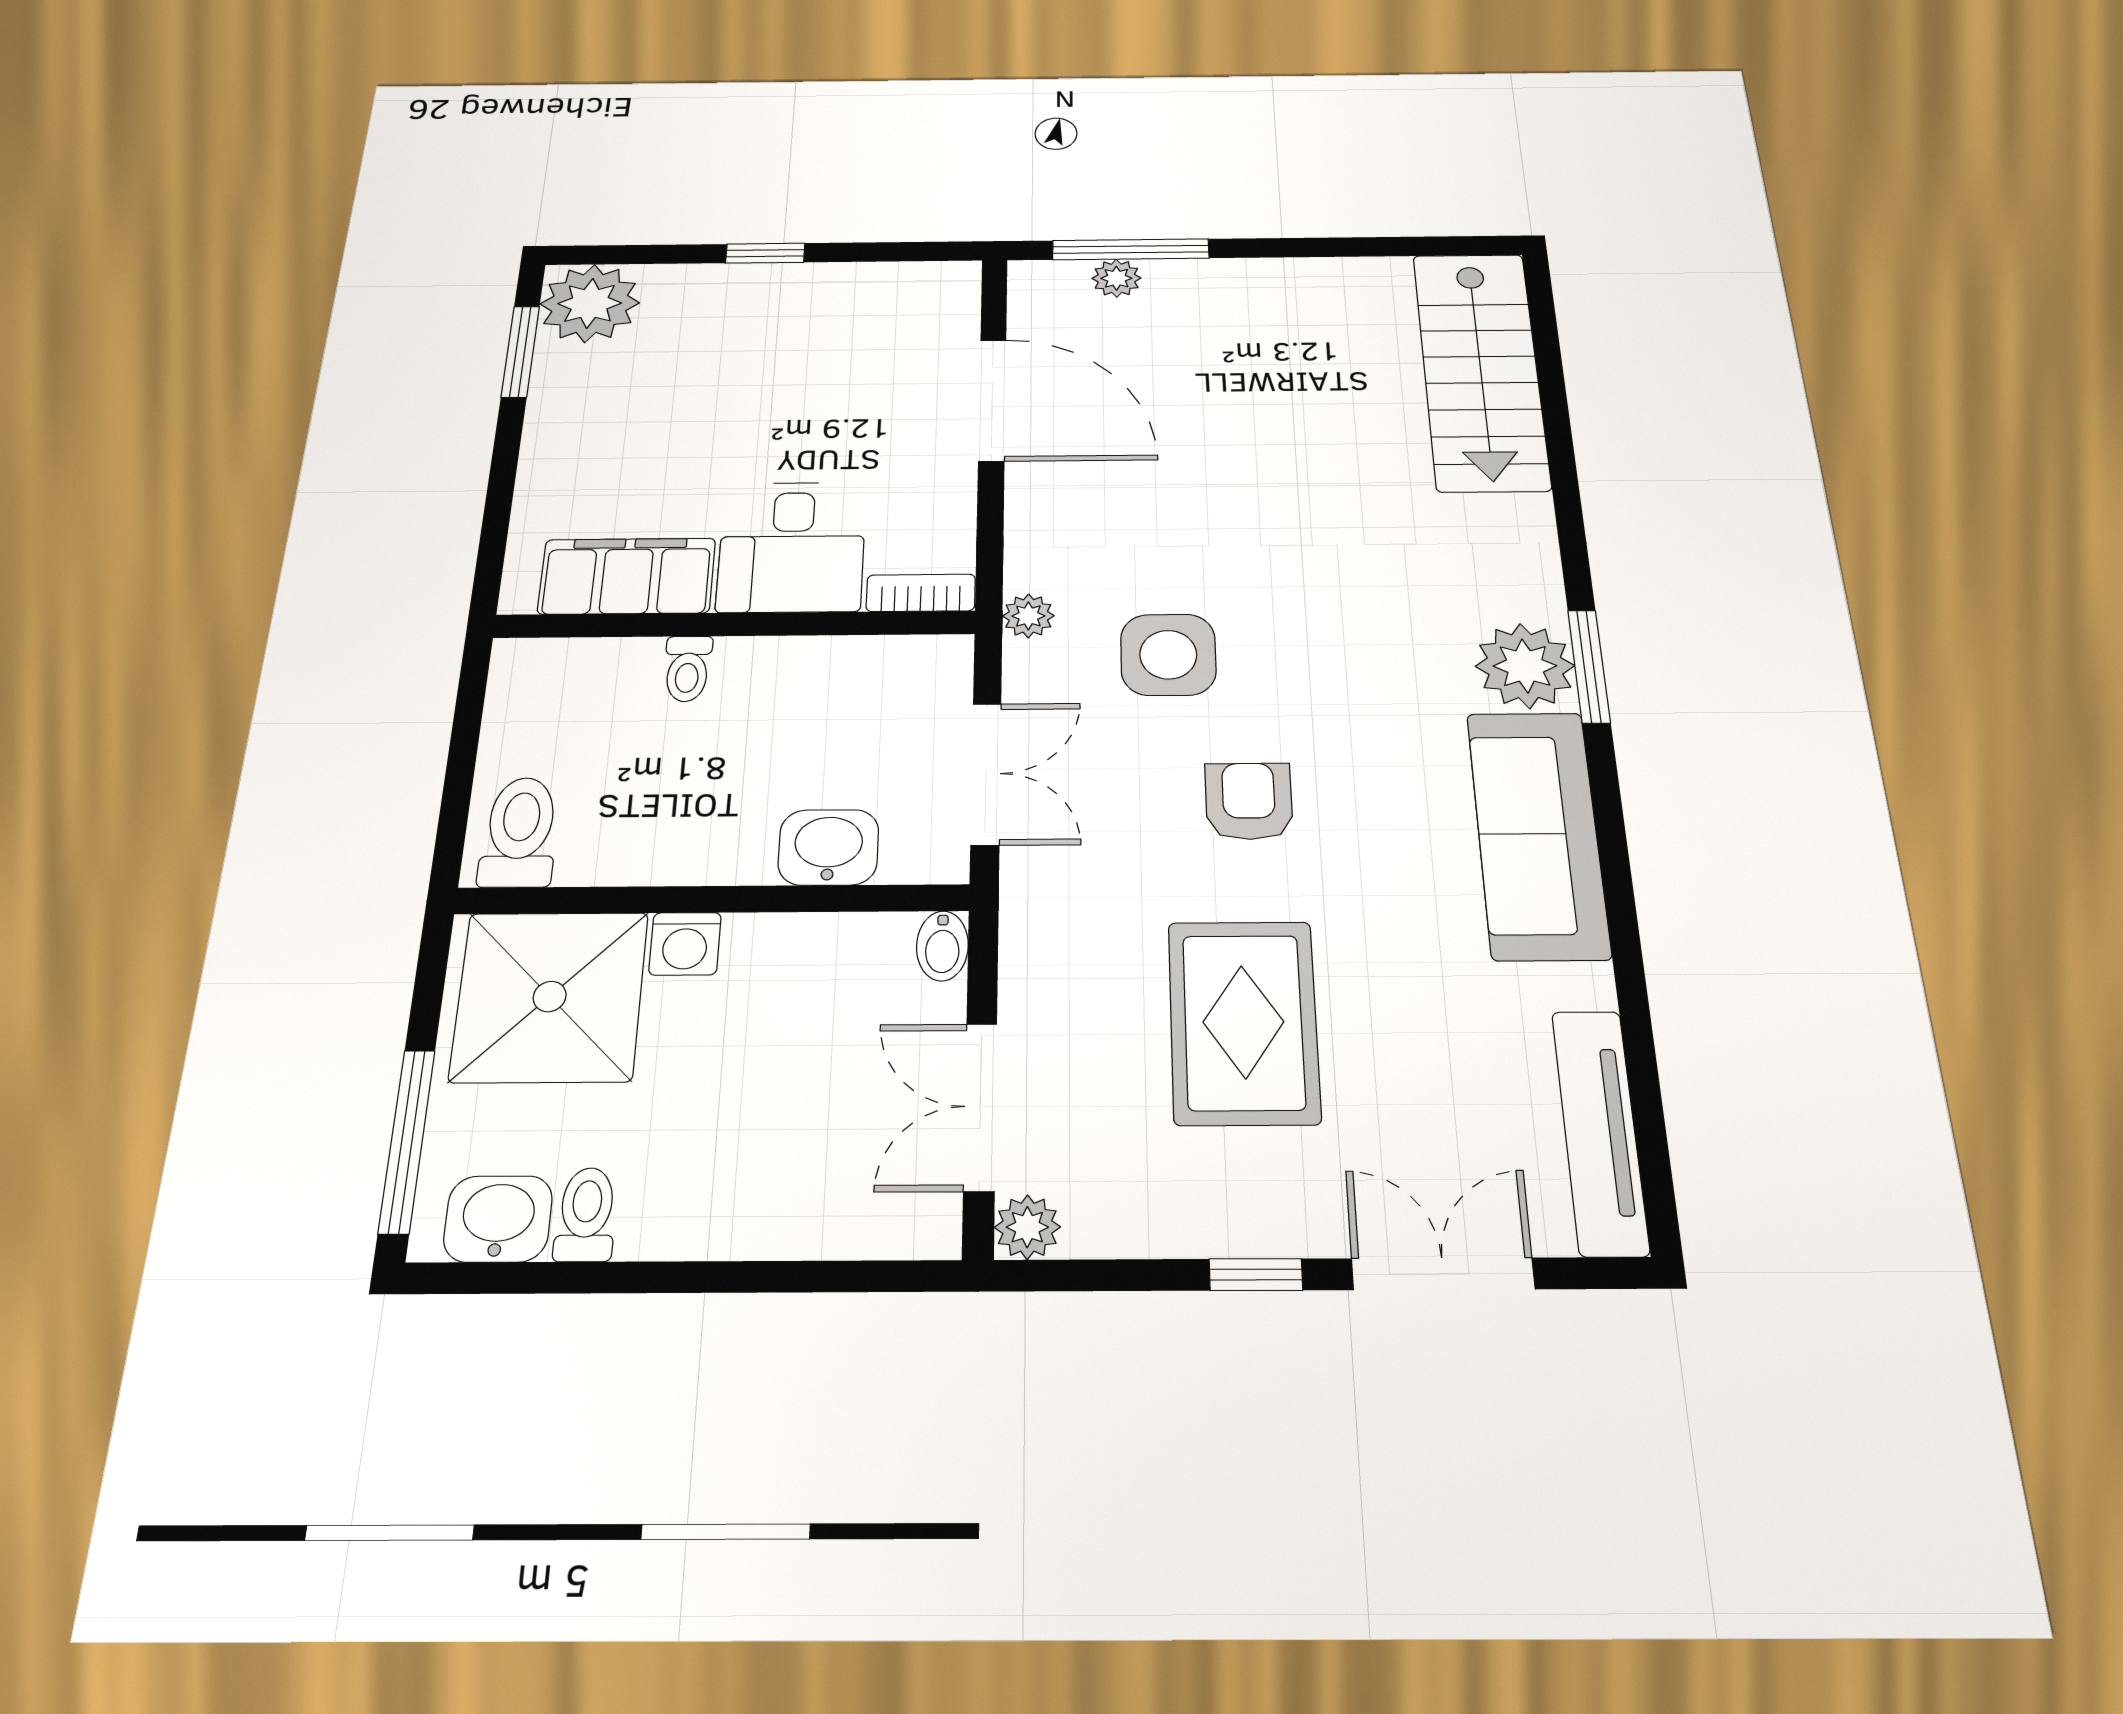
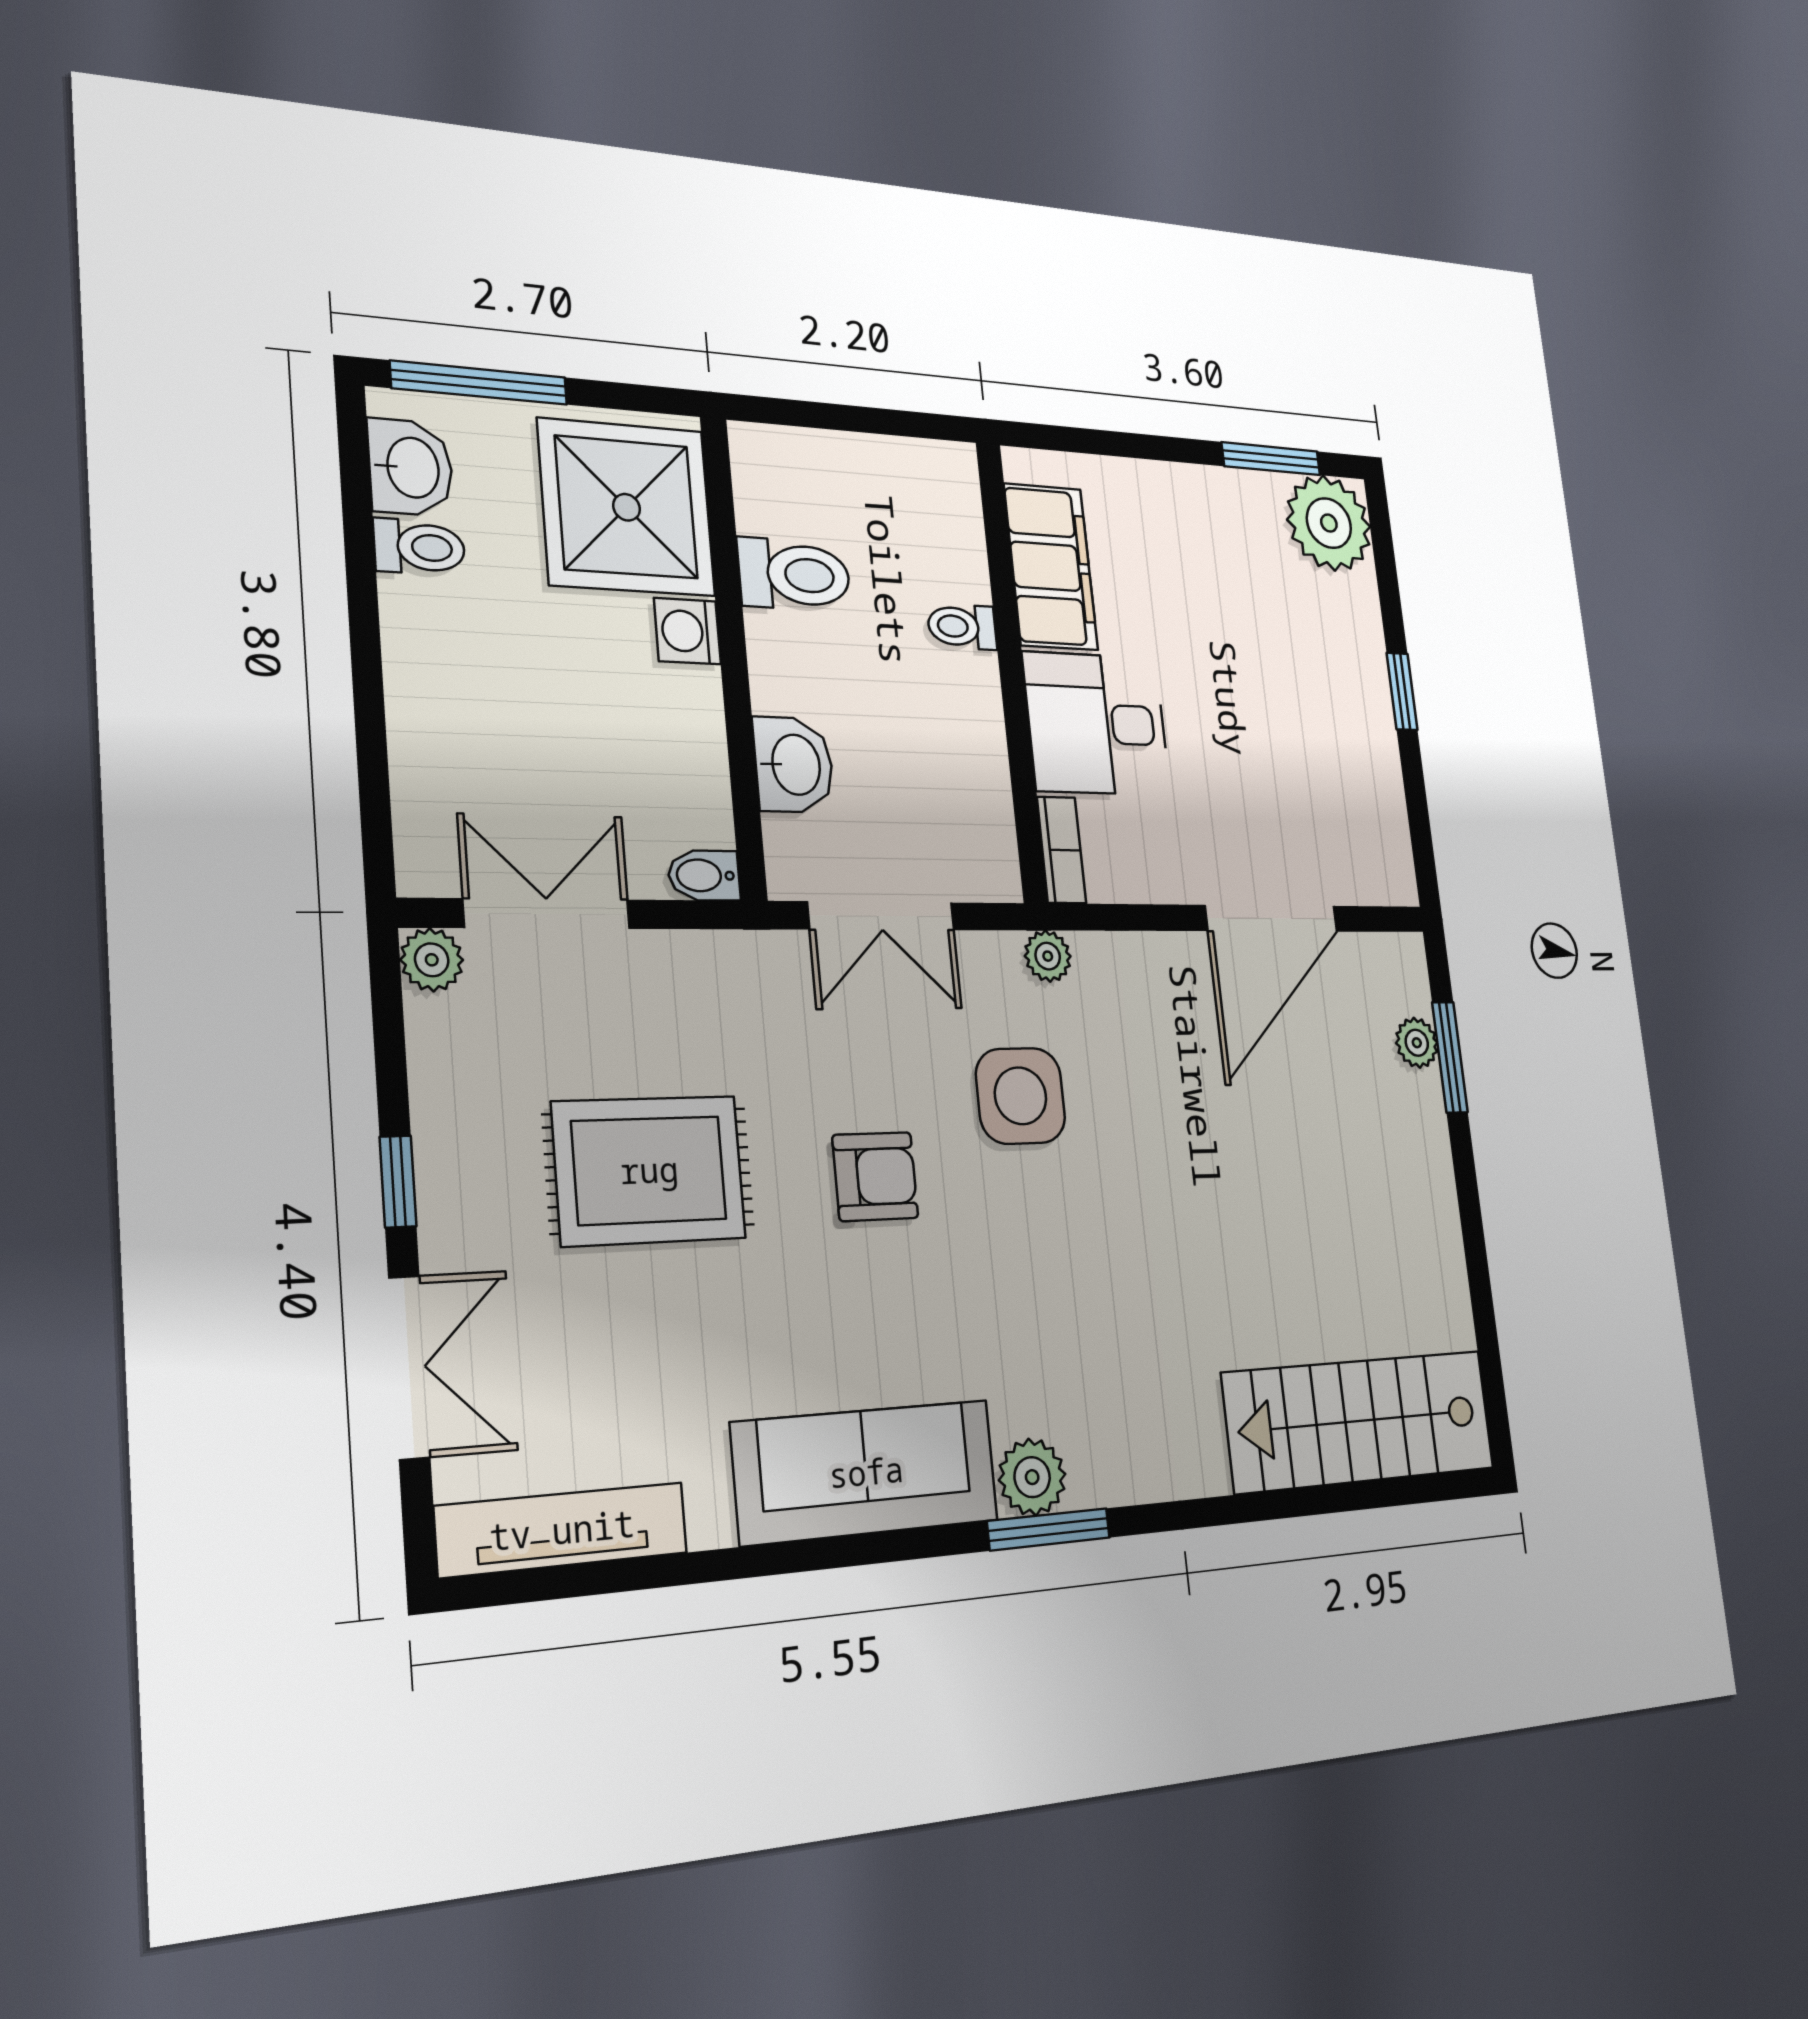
window: (1131, 249) -> (1450, 1057), width x0.69
plant: (1525, 666) -> (1032, 1477), width x0.73, depth x0.73
toilet: (520, 832) -> (794, 575), moved

